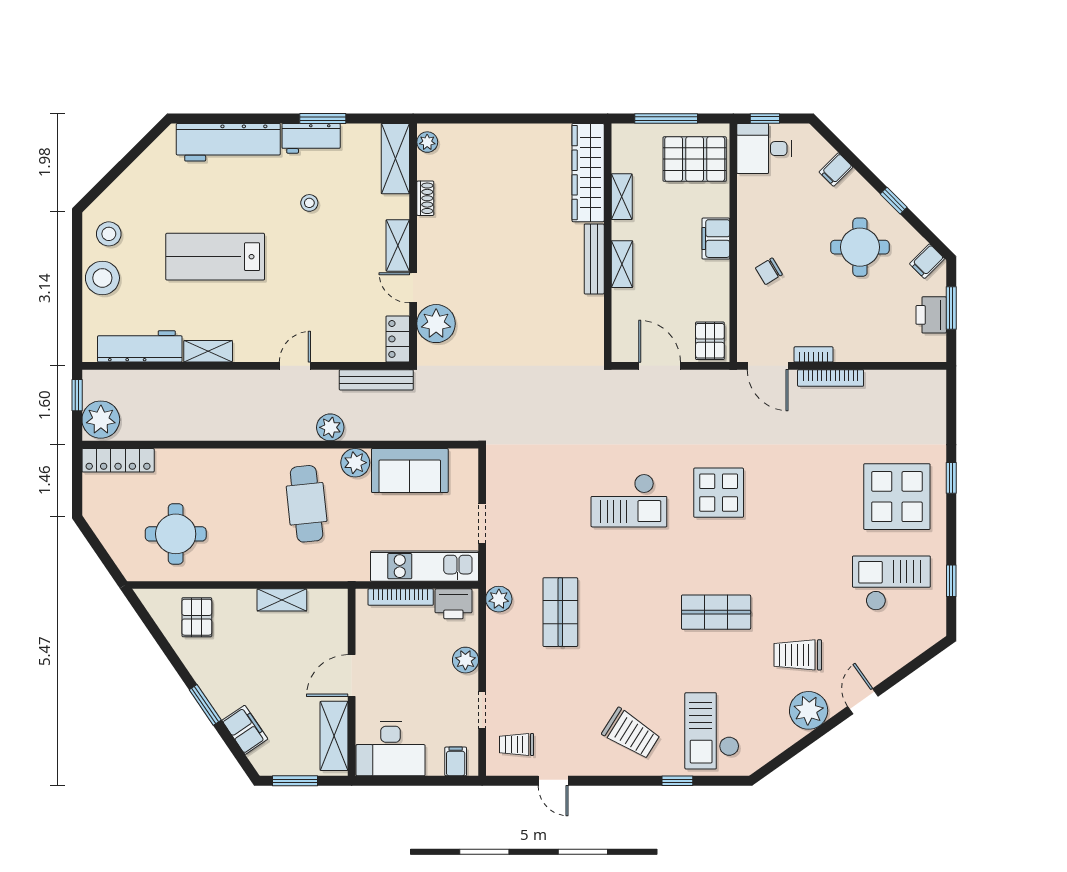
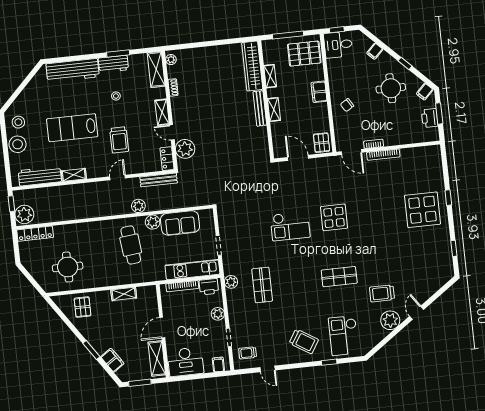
trolley: (306, 291) -> (119, 140), added
checkout: (891, 583) -> (424, 253), removed

